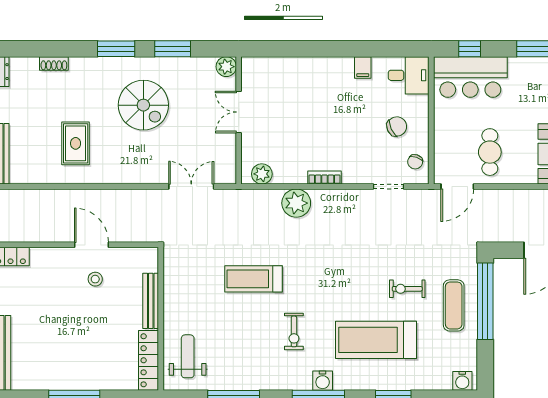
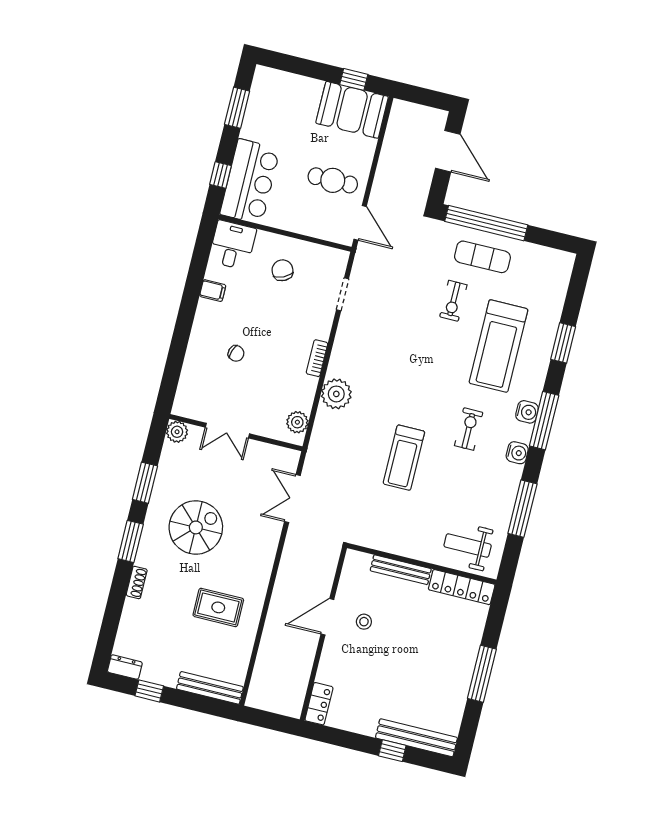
shoe rack: (54, 64) -> (137, 582), moved
chair: (415, 162) -> (236, 353), moved
exercise bike: (294, 331) -> (469, 429), turned -90
water cooler: (462, 381) -> (517, 453), moved

